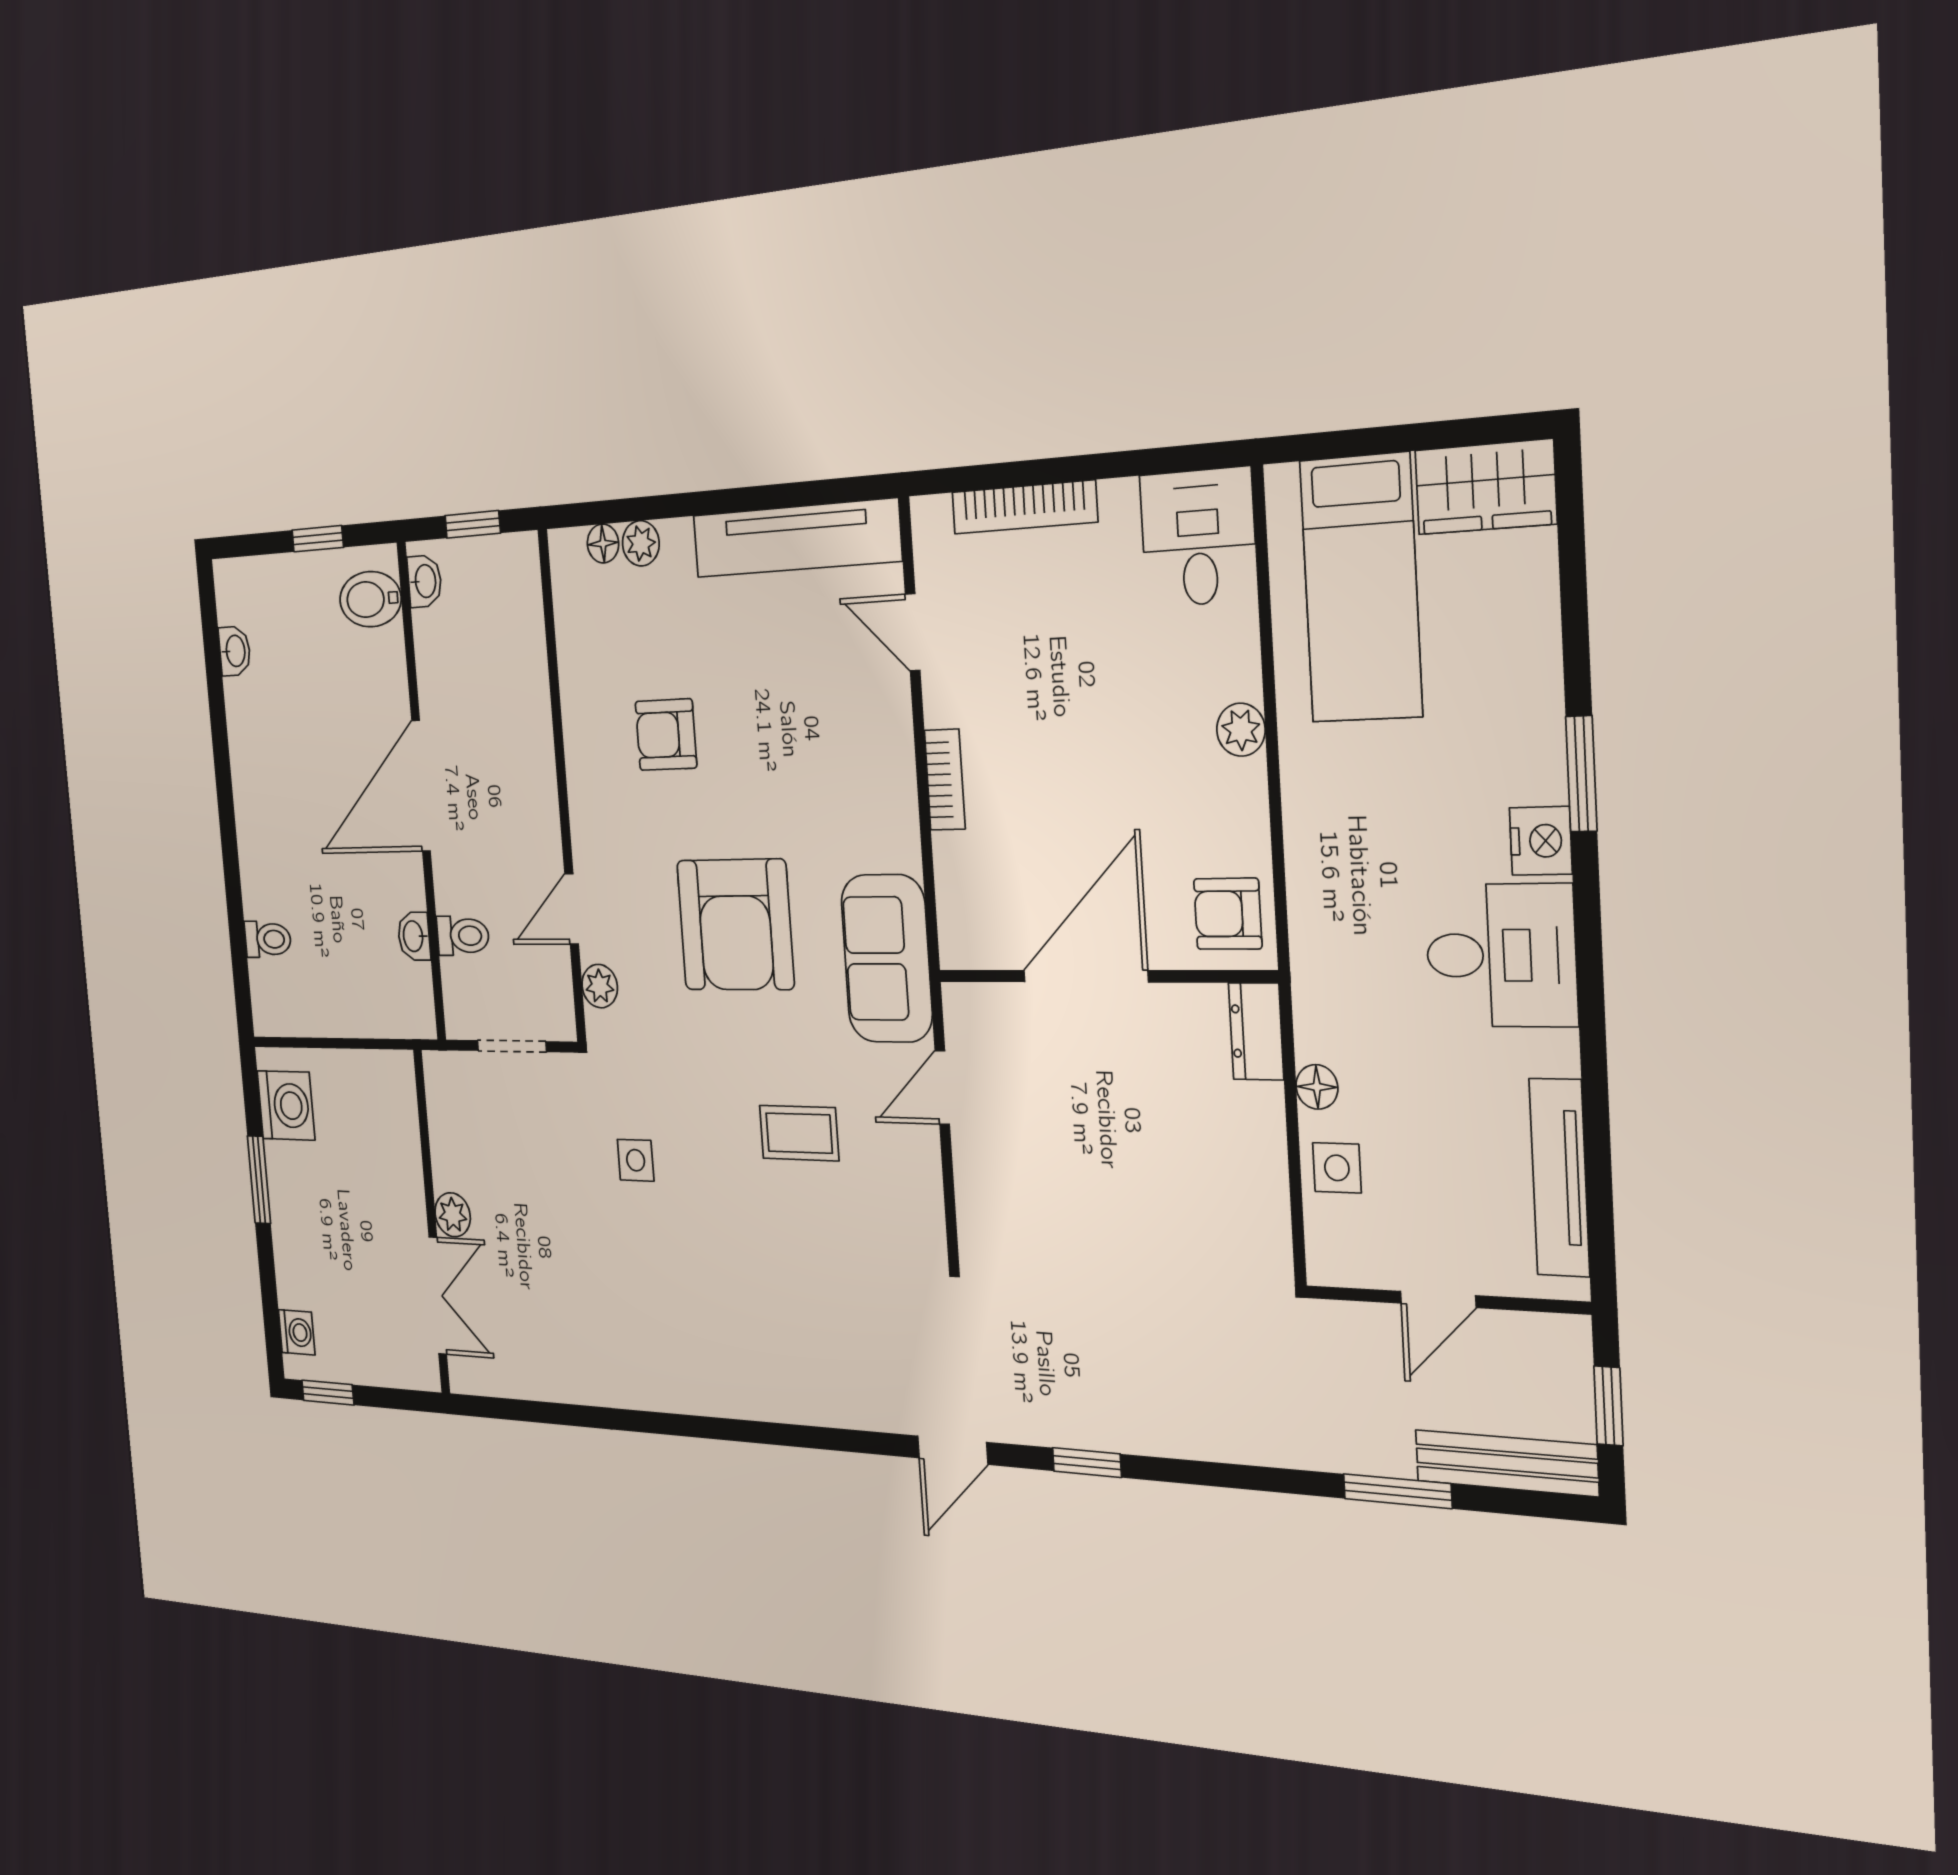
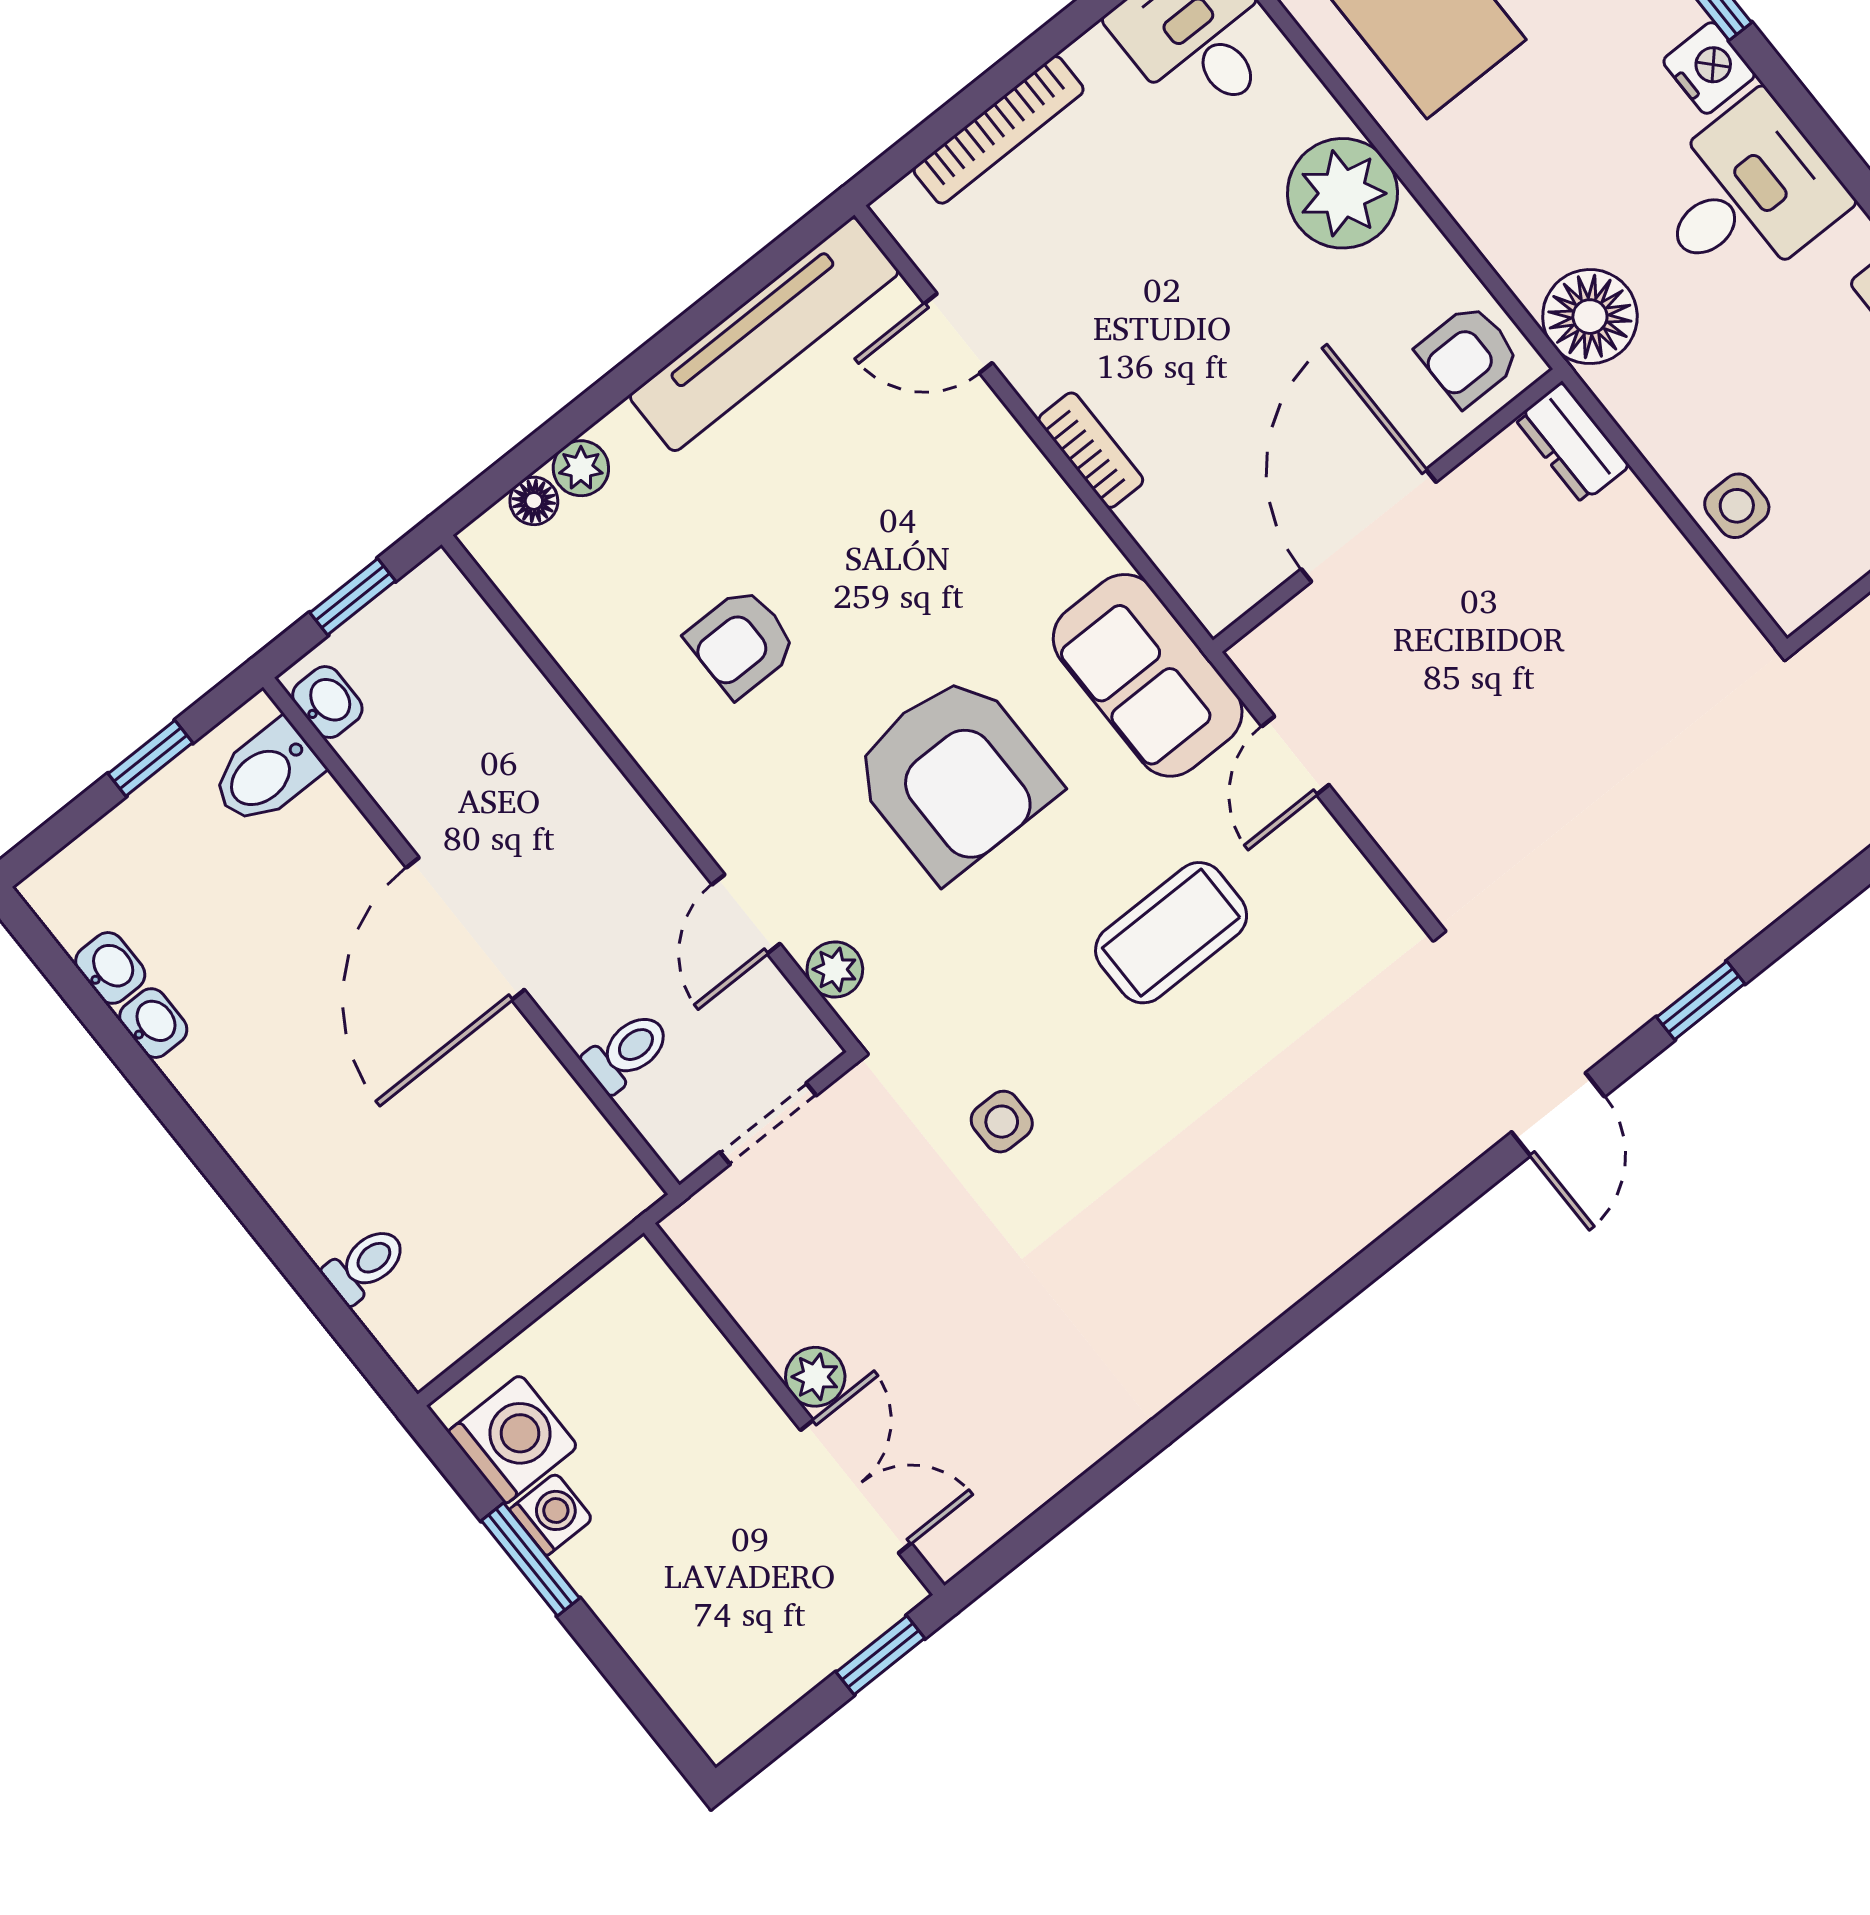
plant: (1241, 730) -> (1342, 193), width x1.88, depth x1.88
washbasin: (414, 936) -> (153, 1023), moved, turned 180
floor lamp: (1317, 1087) -> (1590, 317), moved, width x1.89, depth x1.89
coffee table: (799, 1133) -> (1171, 933), width x1.36, depth x1.30
washing machine: (297, 1332) -> (551, 1514), moved
window: (328, 1393) -> (880, 1655), moved

